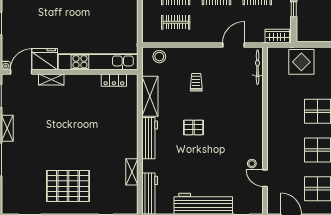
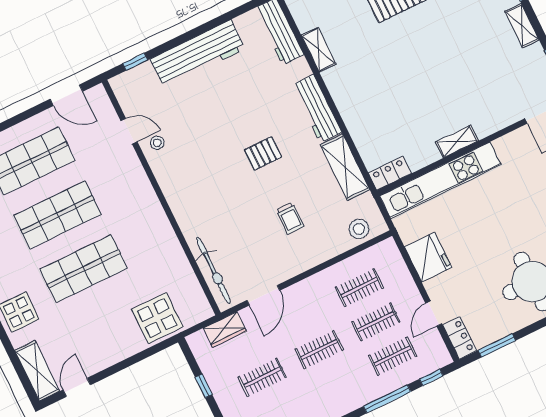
wardrobe: (277, 36) -> (225, 329), moved
fridge: (45, 59) -> (428, 257), moved, turned -90
bicycle: (258, 67) -> (214, 270), width x1.37, depth x1.40
shelving: (51, 79) -> (457, 141), moved
locker: (114, 80) -> (390, 173), moved

